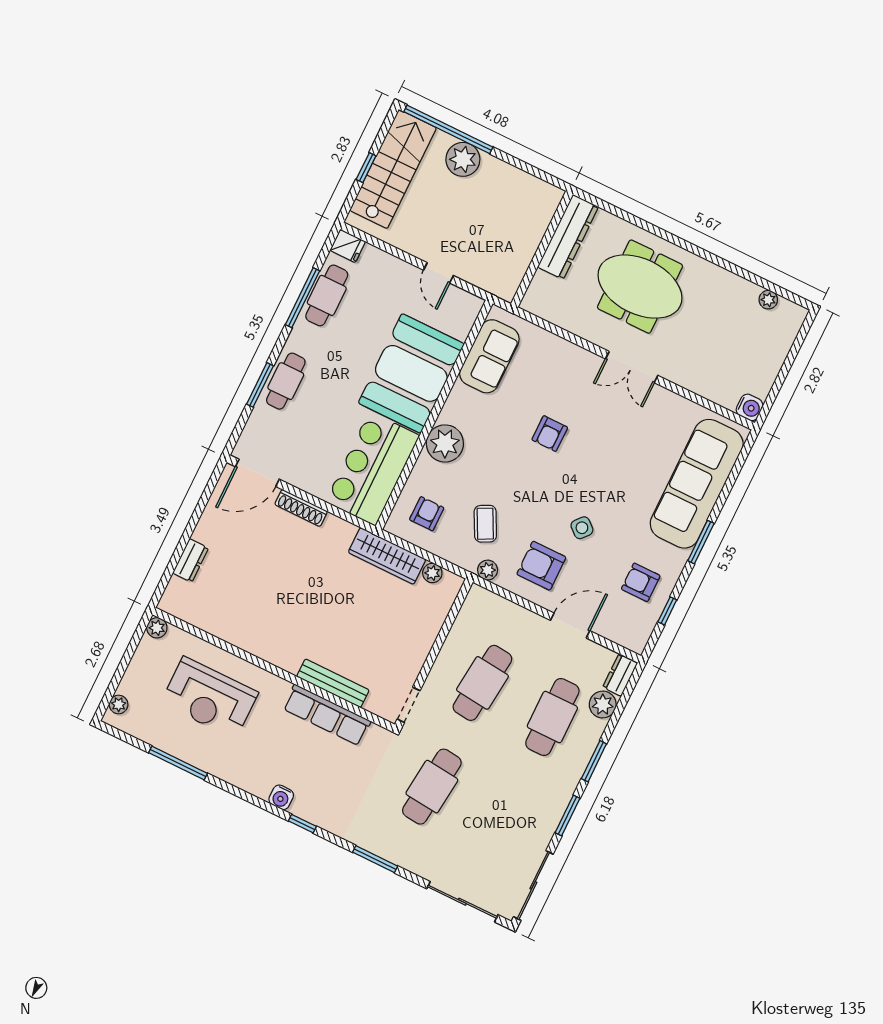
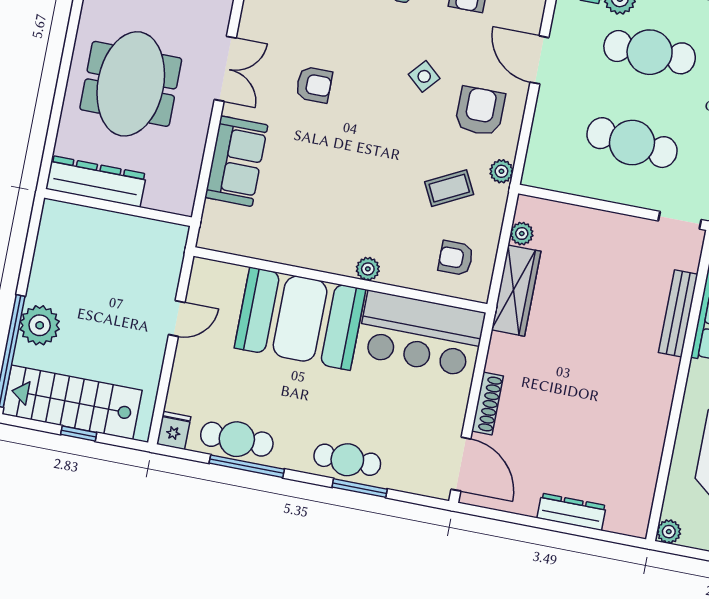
sofa: (489, 356) -> (236, 161), moved, turned 90
armchair: (550, 434) -> (314, 85), moved
plant: (445, 443) -> (368, 269), width x0.53, depth x0.53
dresser: (191, 560) -> (572, 512), width x1.44
armchair: (541, 566) -> (480, 111), turned 180

